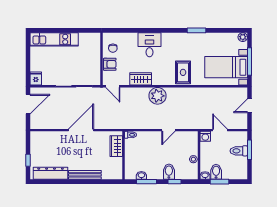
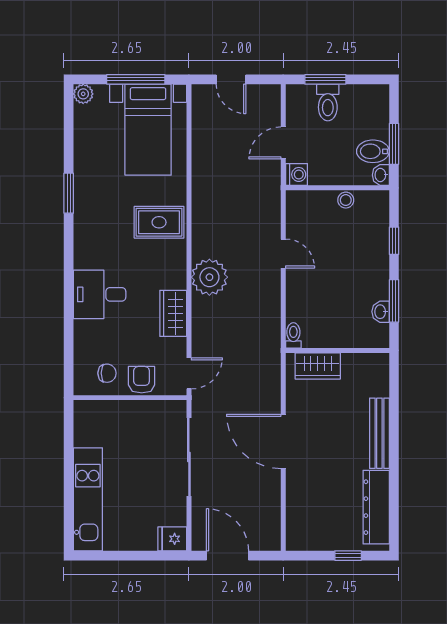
bidet: (169, 172) -> (373, 253), removed

